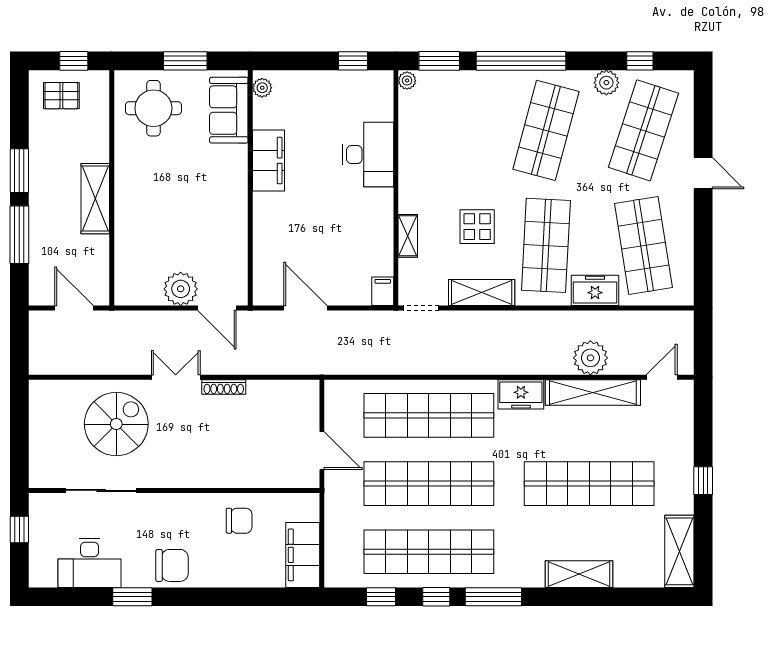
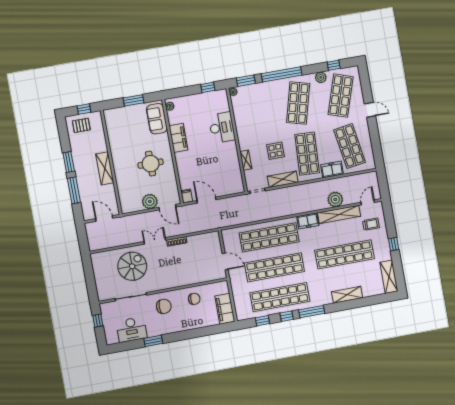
round table: (153, 108) -> (151, 164), moved
filing cabinet: (383, 291) -> (187, 196), moved
trolley: (660, 427) -> (371, 224), added
chair: (172, 565) -> (164, 306), moved

